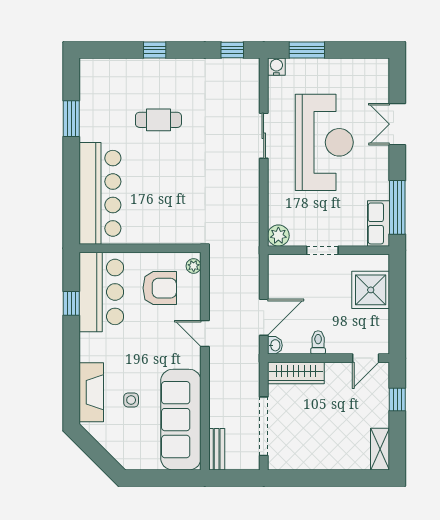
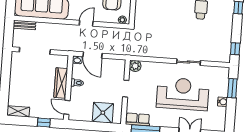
water cooler: (276, 67) -> (222, 102), moved
reception desk: (324, 142) -> (183, 94), turned 180
wardrobe: (296, 373) -> (61, 83), moved

